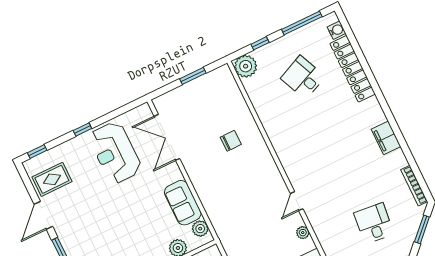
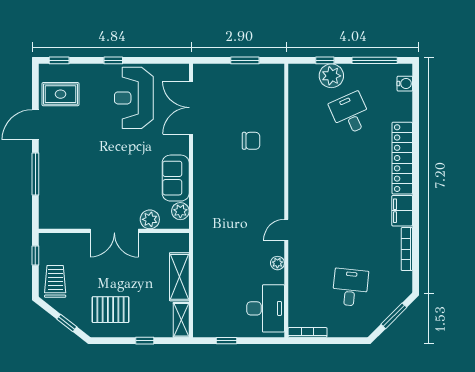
plant: (246, 66) -> (331, 76), moved
locker: (353, 69) -> (402, 158), moved
bookcase: (414, 186) -> (407, 249), moved

